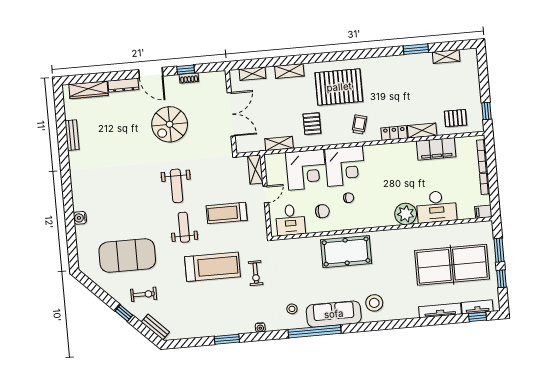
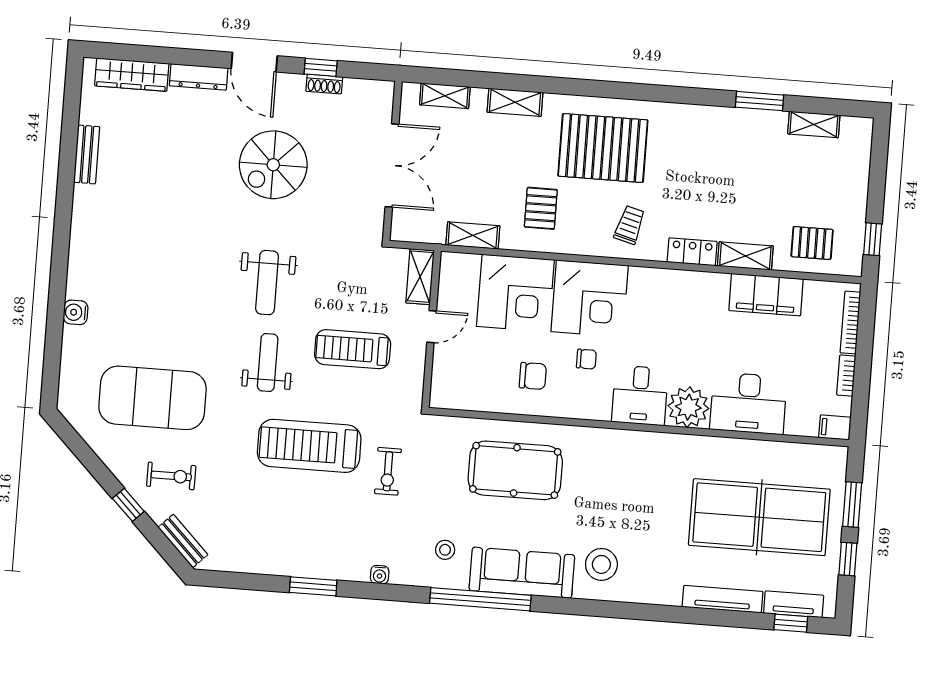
desk: (290, 220) -> (640, 395), moved
pool table: (346, 252) -> (515, 470), moved
treadmill: (213, 267) -> (309, 446), turned 180

